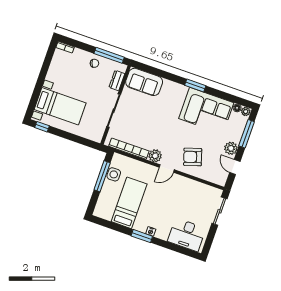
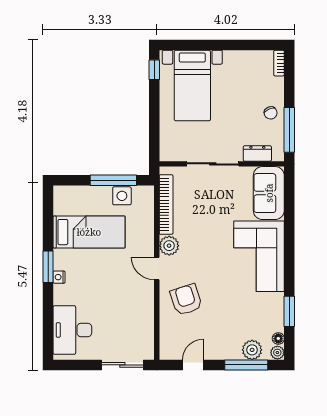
window: (195, 85) -> (289, 311), moved
corner sofa: (206, 111) -> (259, 256), moved
plant: (231, 148) -> (252, 350), moved

